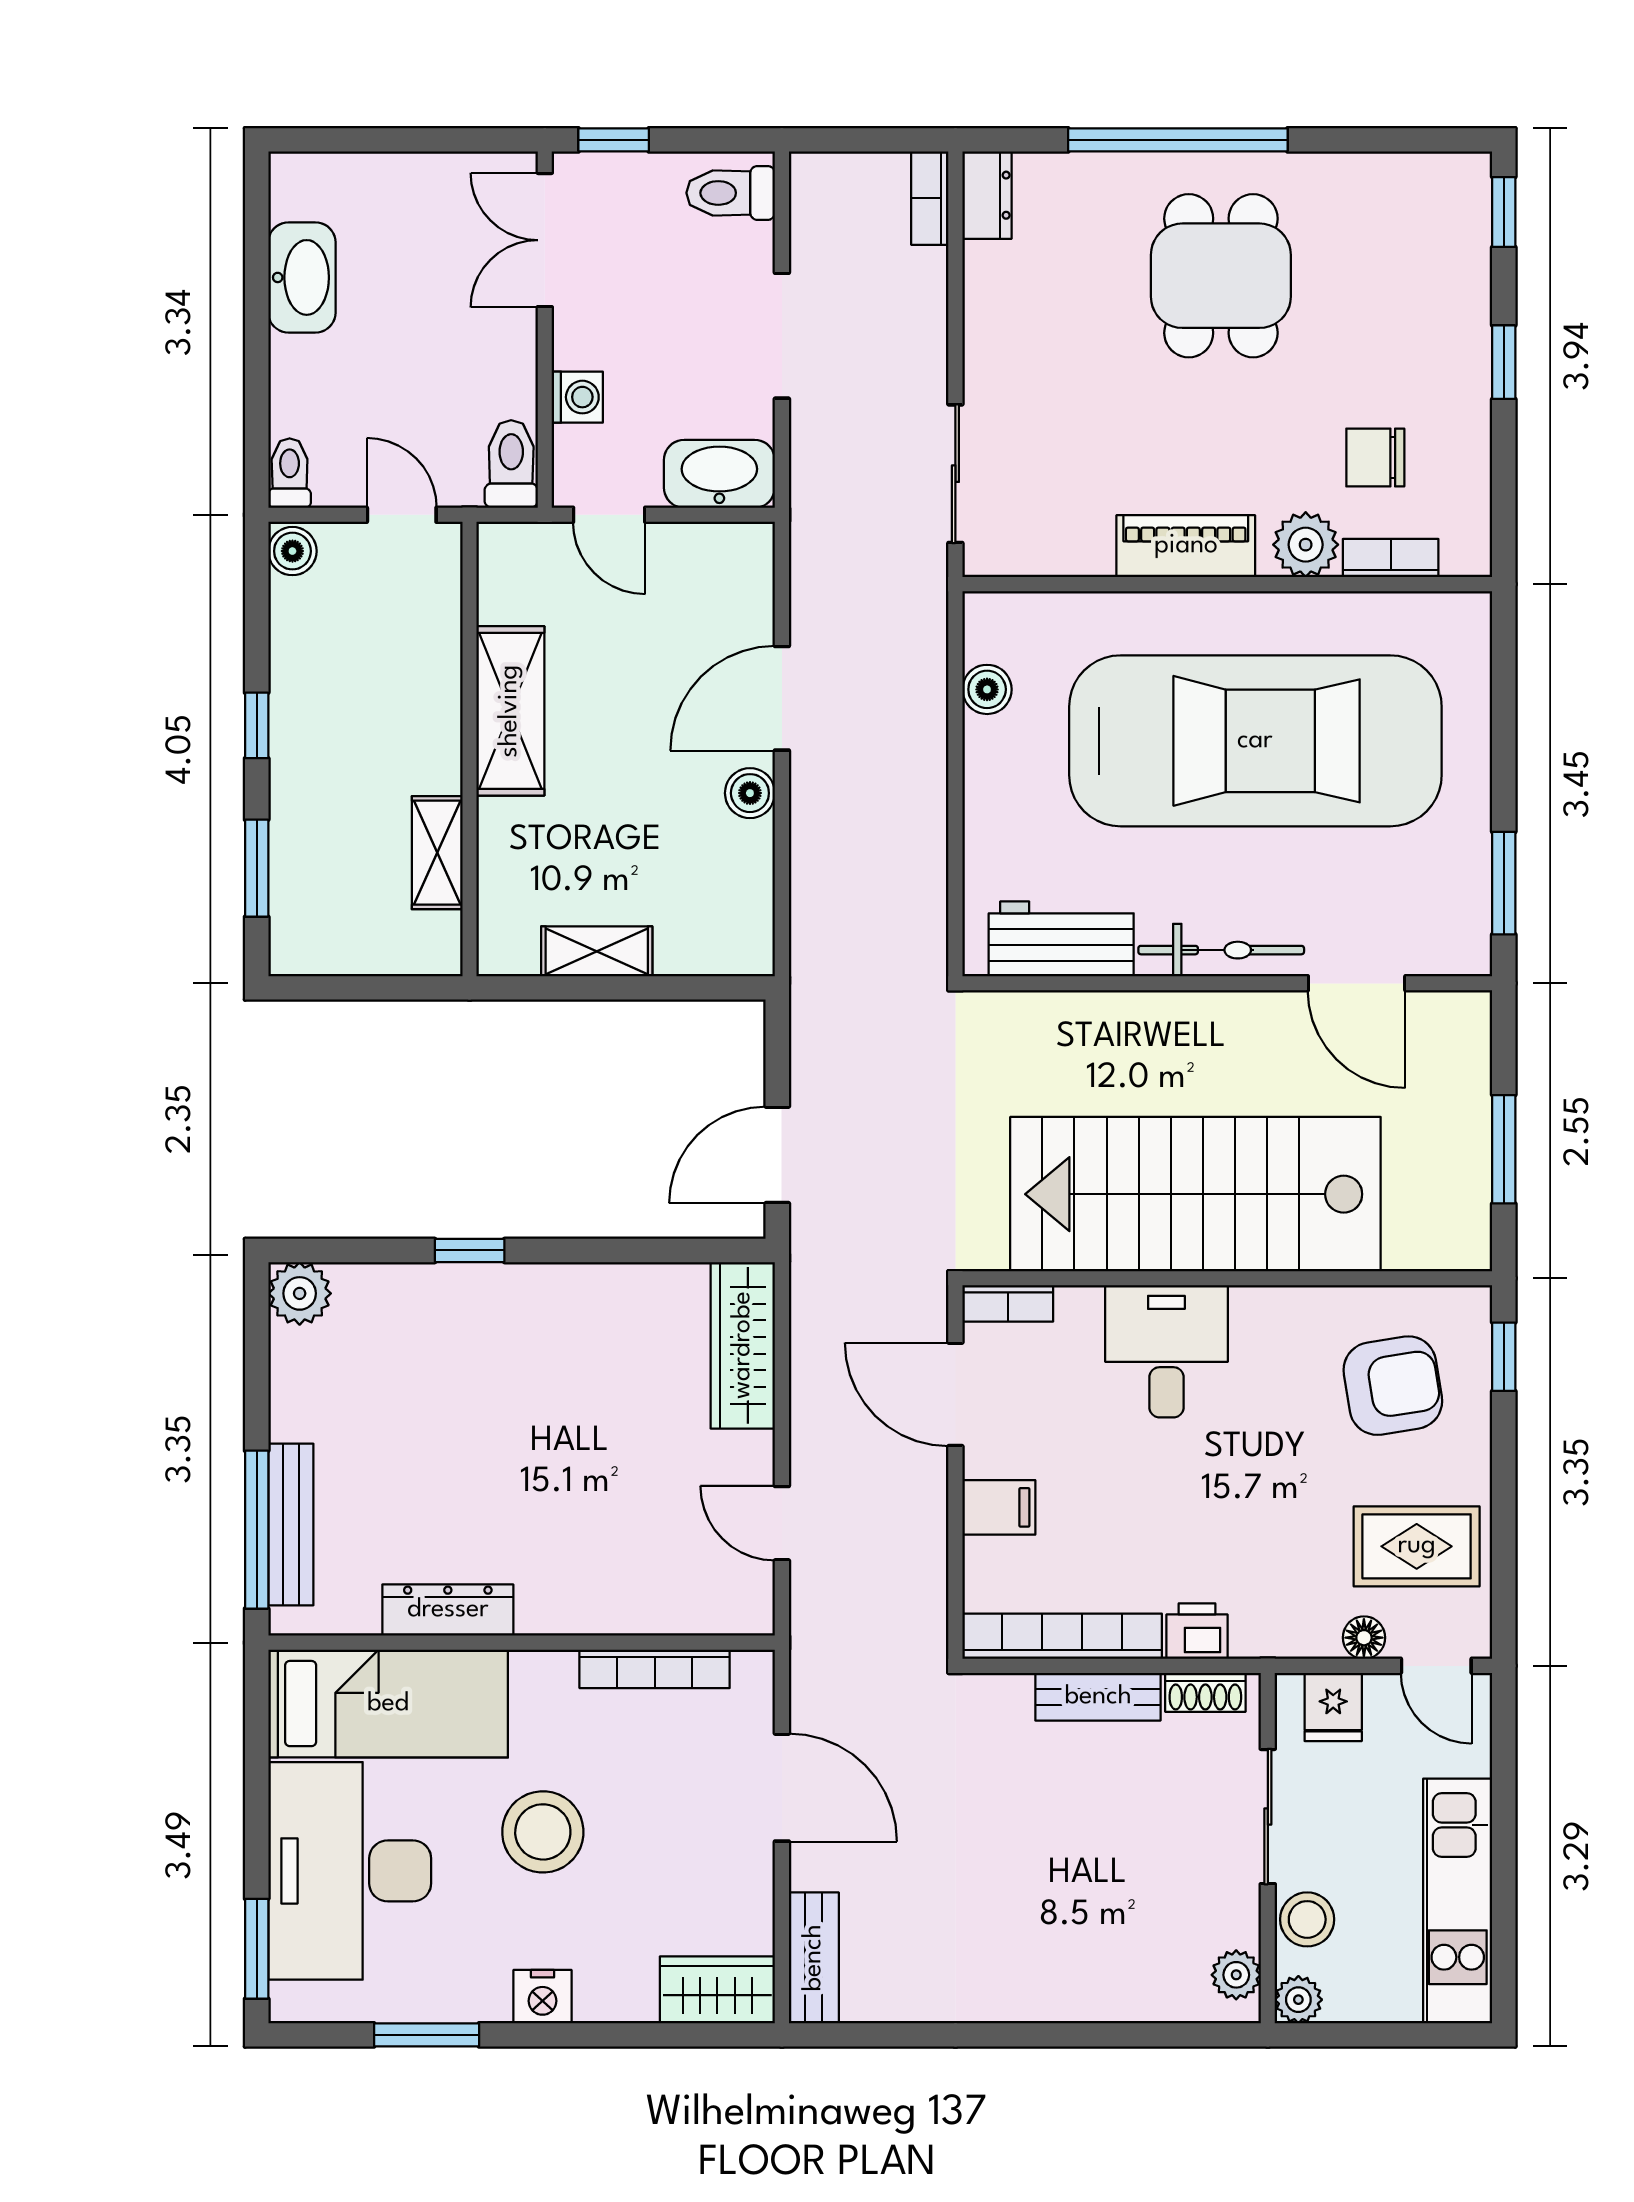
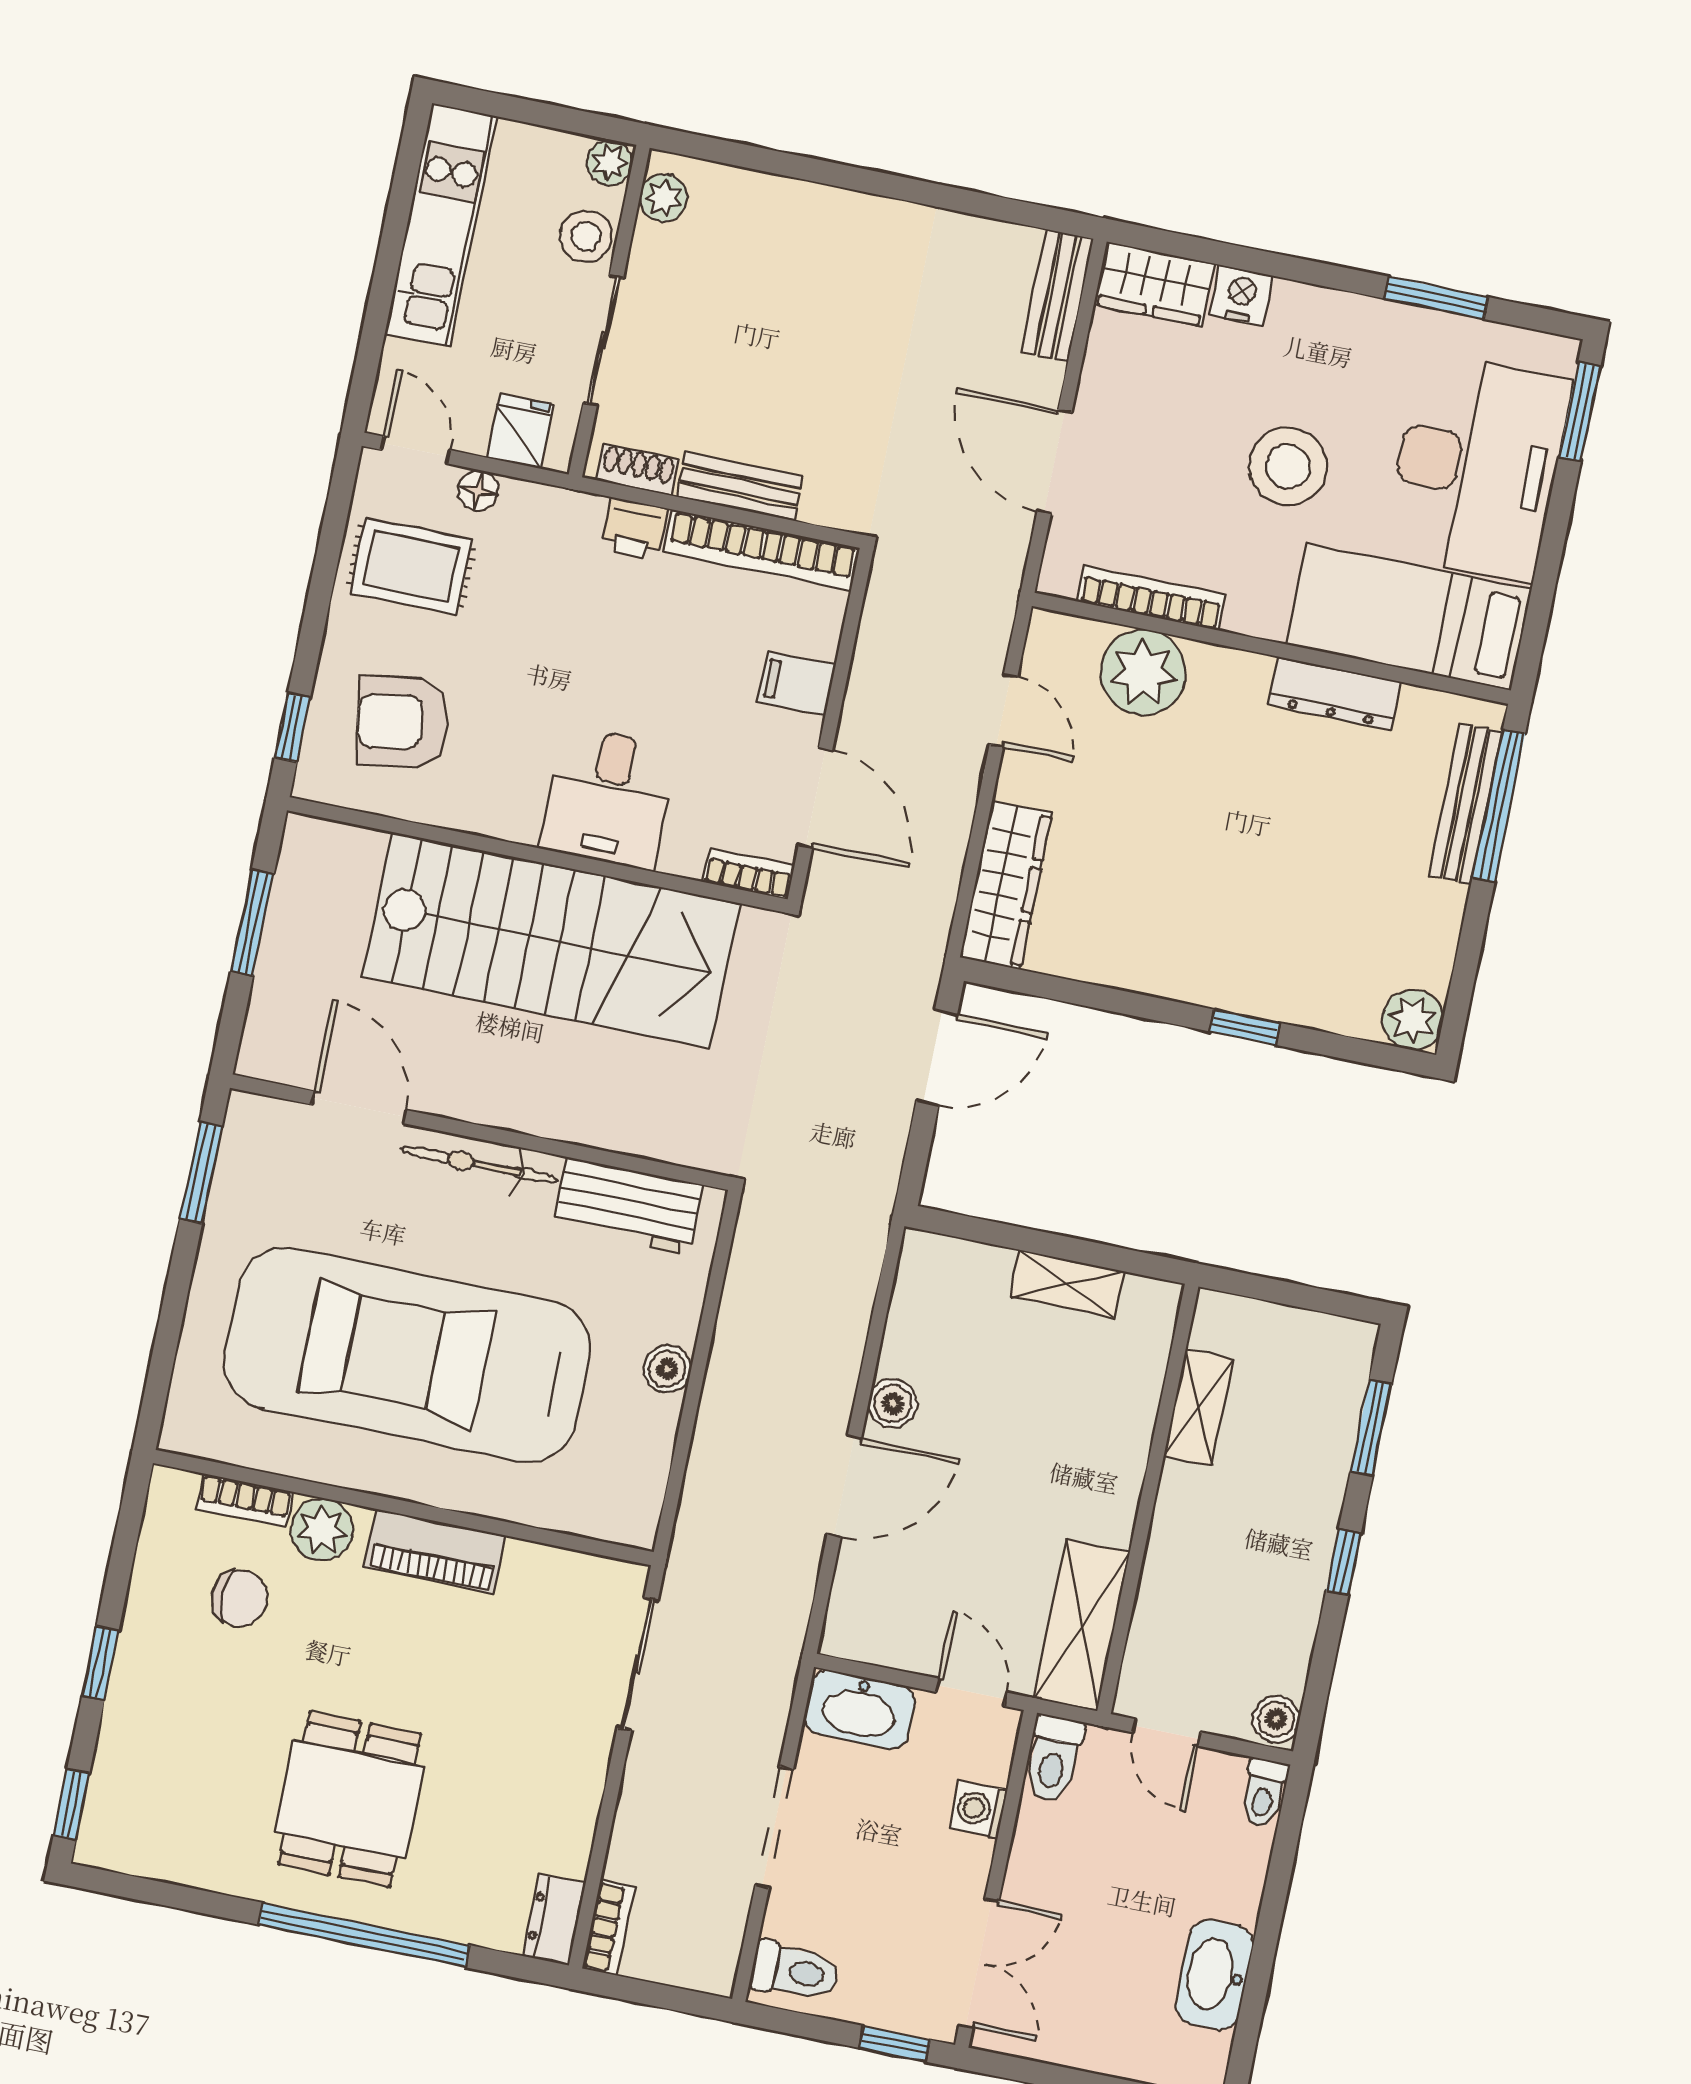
boiler: (987, 689) -> (667, 1369), moved
shelving: (510, 711) -> (1082, 1625), moved
plant: (647, 1591) -> (1143, 672), added
nightstand: (543, 1997) -> (1241, 295), moved

